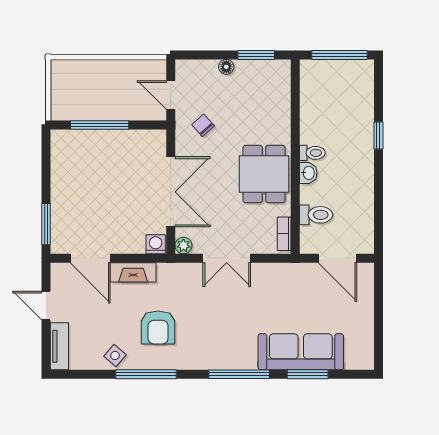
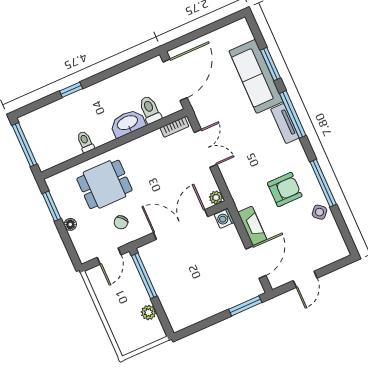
plant: (87, 111) -> (148, 313), added
window: (100, 125) -> (144, 276), moved
toilet: (312, 153) -> (85, 142), moved
washbasin: (308, 173) -> (128, 123), width x1.91, depth x1.45
dining table: (264, 174) -> (105, 184), moved
double door: (227, 258) -> (206, 148), moved
door: (337, 258) -> (175, 80), width x1.36
tv unit: (59, 346) -> (285, 123), moved, turned -90

